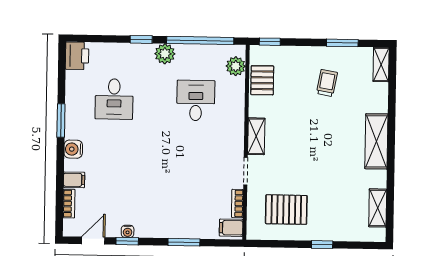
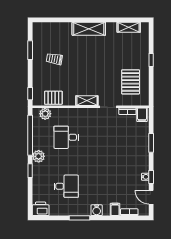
shelving: (381, 65) -> (43, 27), removed

